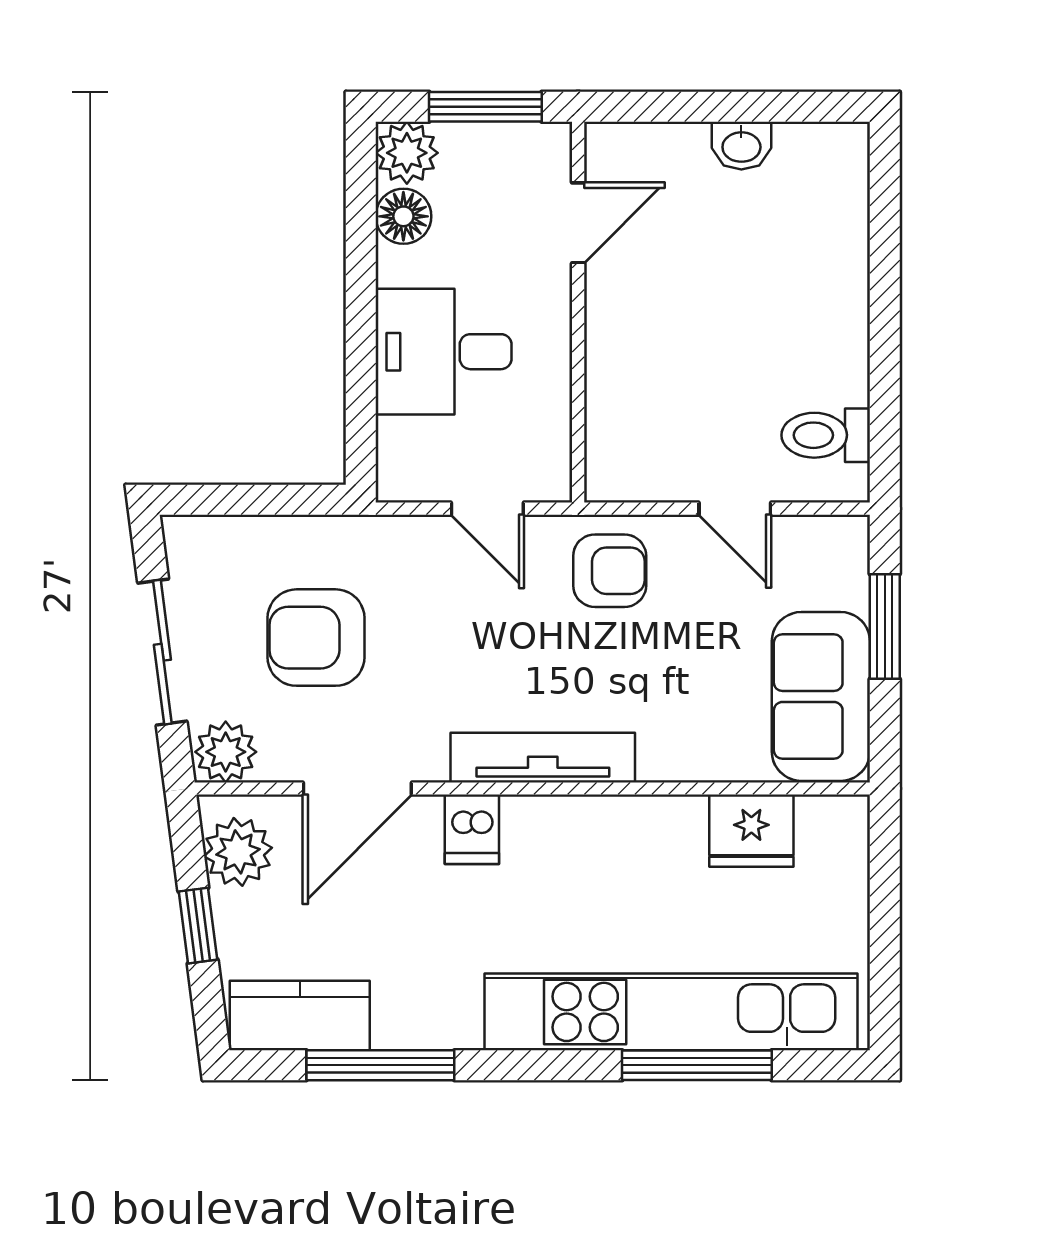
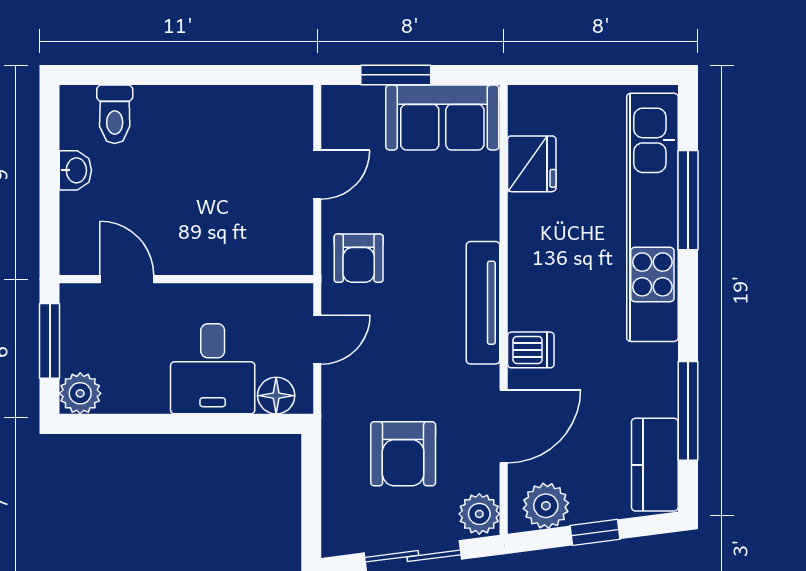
floor lamp: (403, 216) -> (276, 396), moved
toilet: (826, 435) -> (115, 114), moved
armchair: (610, 571) -> (359, 258), turned 180
door: (357, 788) -> (504, 426), hinge flipped

